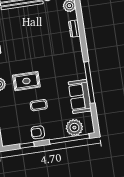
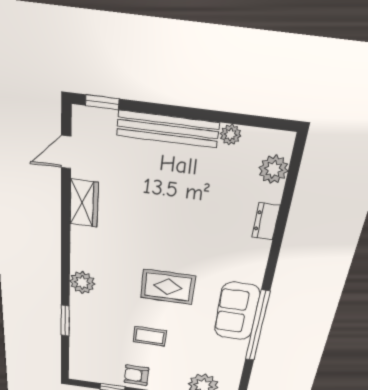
rug: (26, 81) -> (168, 287), moved
sofa: (80, 96) -> (237, 311), moved

